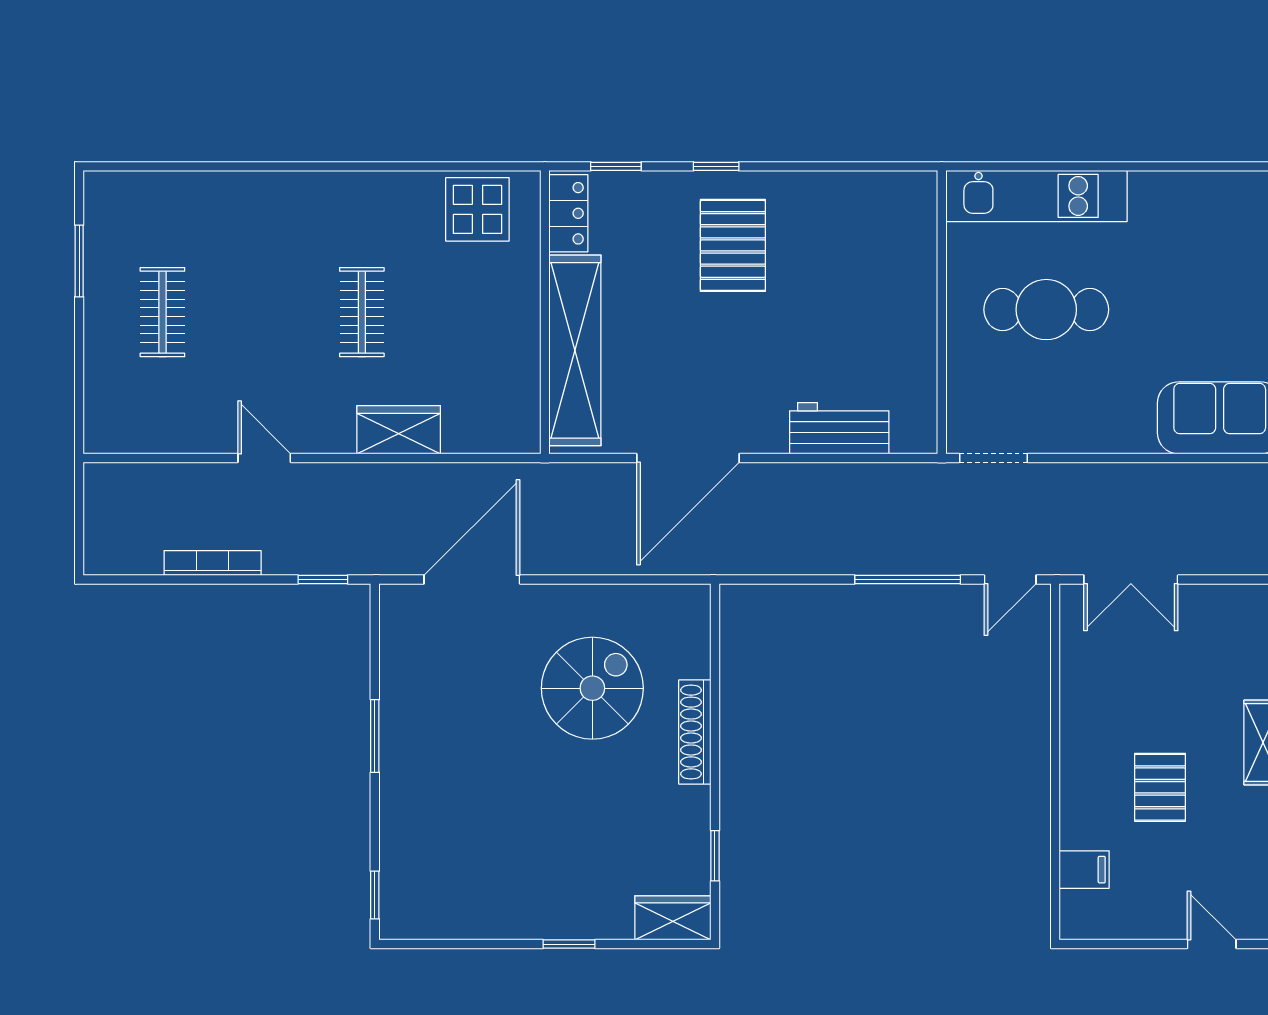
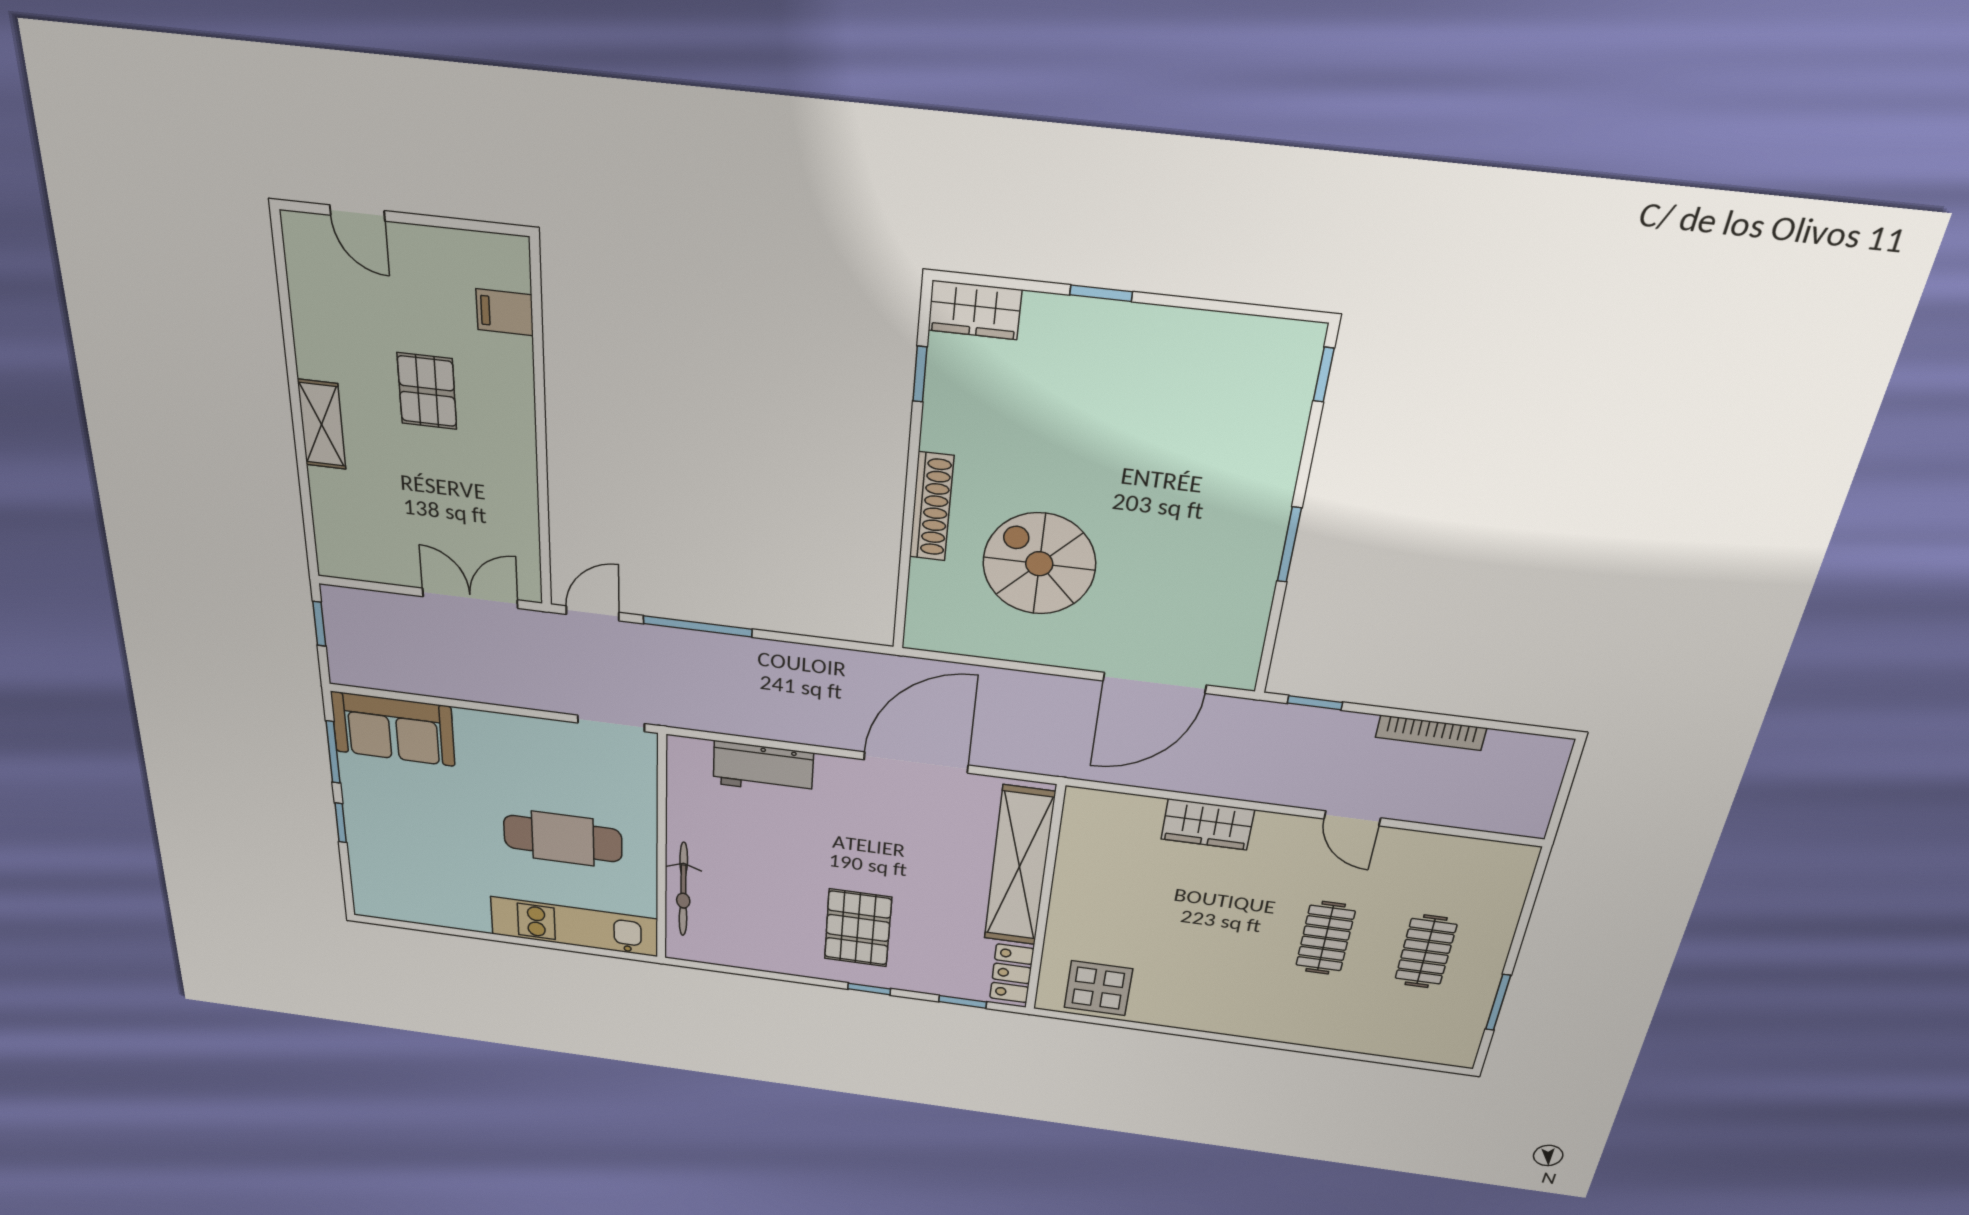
bicycle: (918, 265) -> (683, 889), added
clothes rail: (362, 312) -> (1325, 938), moved
spiral stairs: (592, 688) -> (1039, 564), turned 90

